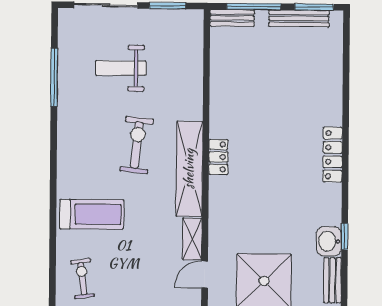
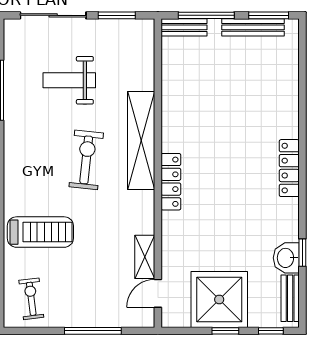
locker: (218, 157) -> (171, 182), width x1.53
shelving: (189, 169) -> (141, 140), moved

